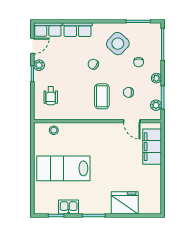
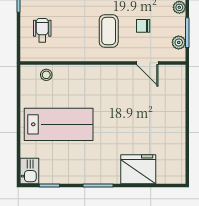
wheelchair: (51, 96) -> (42, 30), turned 180
filing cabinet: (152, 147) -> (174, 96), removed
lab bench: (63, 168) -> (59, 124), turned 180
kitchen sink: (69, 207) -> (29, 171), moved, turned 90

